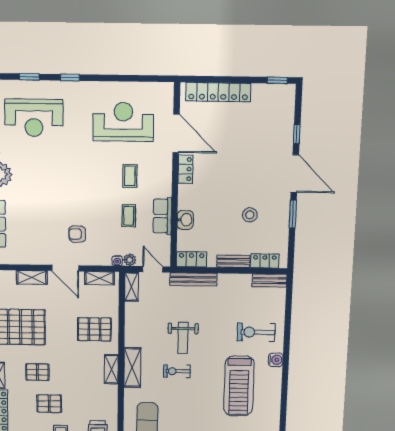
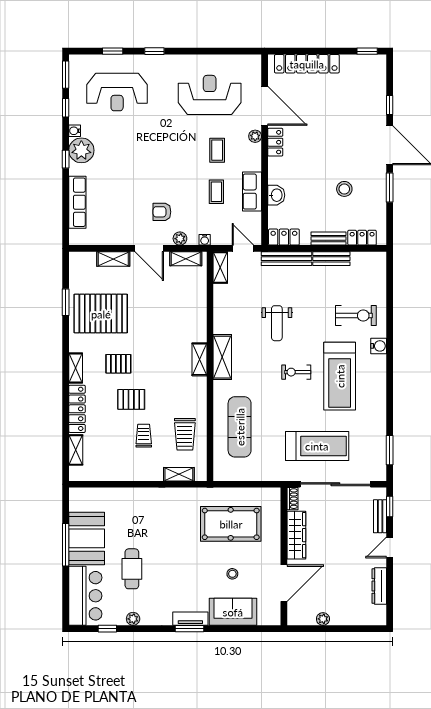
plant: (166, 163) -> (255, 136), added
plant: (130, 260) -> (180, 239), moved
bench: (269, 281) -> (331, 259), moved
pallet: (94, 329) -> (181, 315), removed
exercise bike: (256, 332) -> (356, 316), turned 180
exercise bike: (177, 371) -> (296, 372), moved

